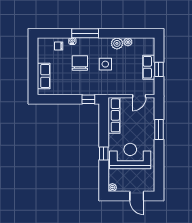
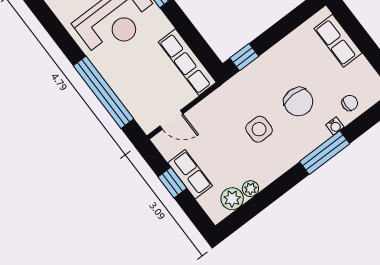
plant: (117, 43) -> (232, 199), moved
door: (139, 96) -> (171, 120), swing flipped
window: (159, 130) -> (104, 92), width x2.11

